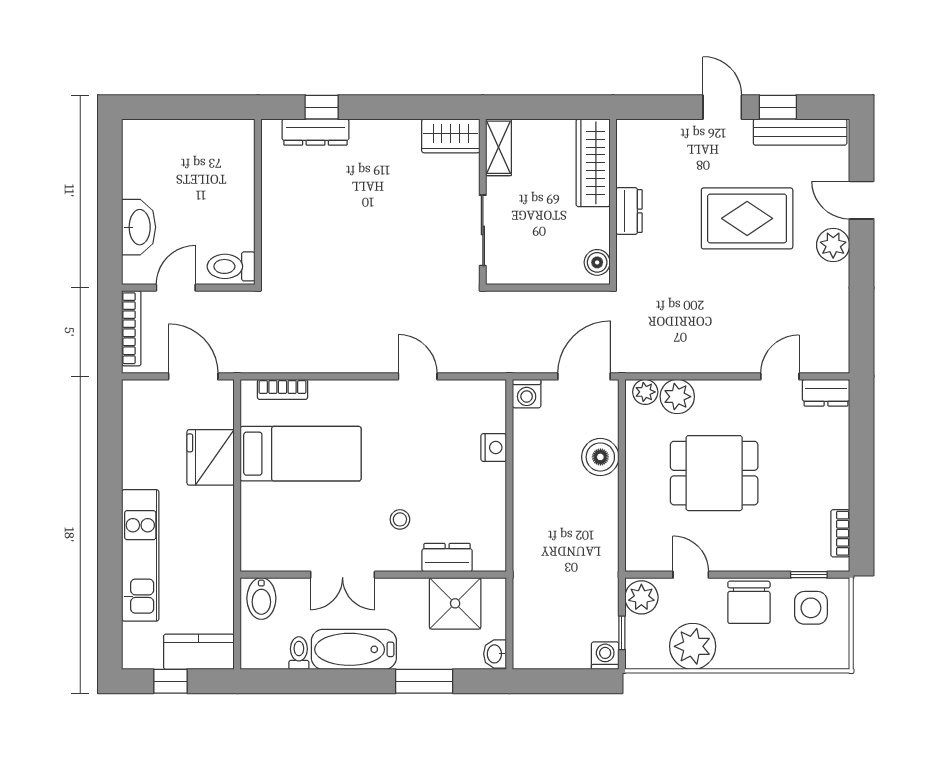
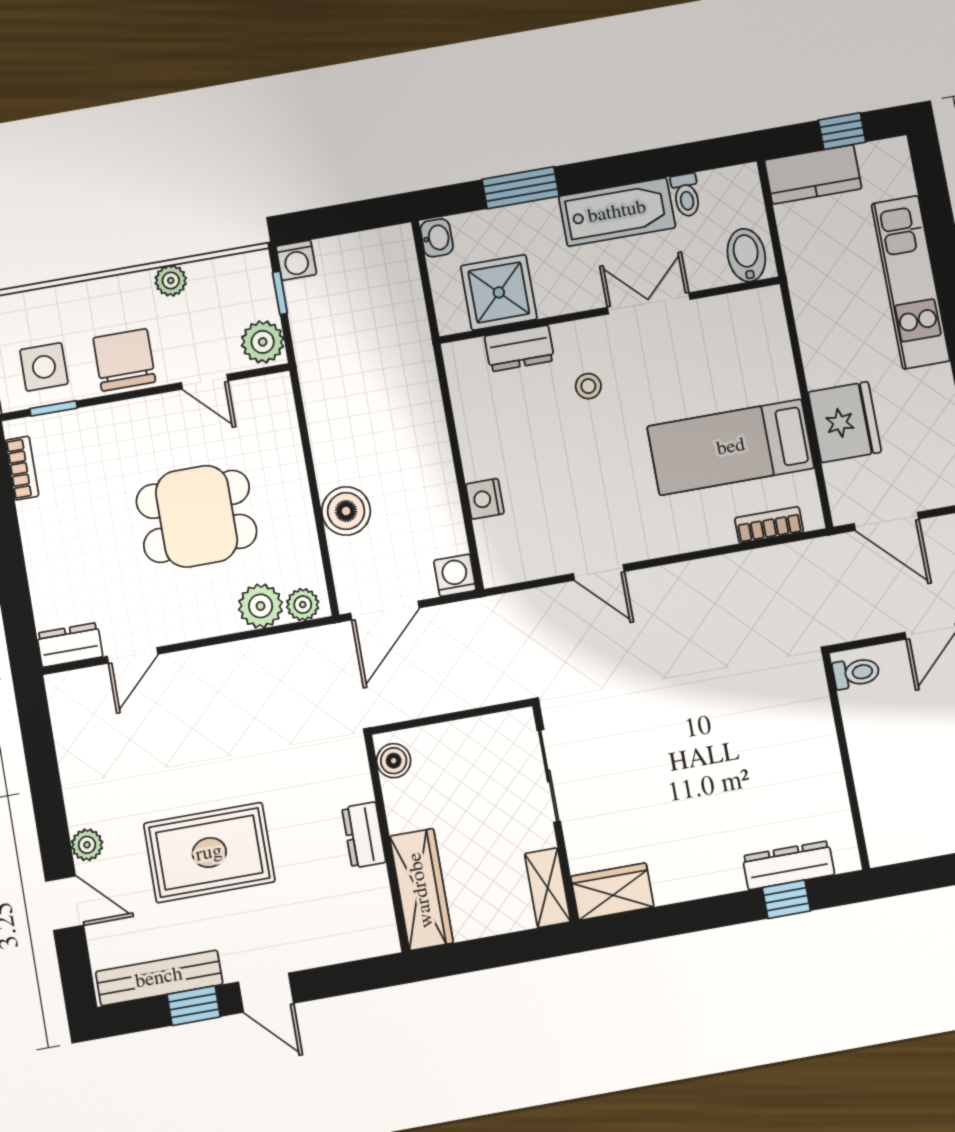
plant: (833, 245) -> (87, 845), width x0.73, depth x0.73
toilet: (231, 266) -> (856, 673), width x0.73, depth x0.72
plant: (693, 646) -> (171, 281), width x0.53, depth x0.53

